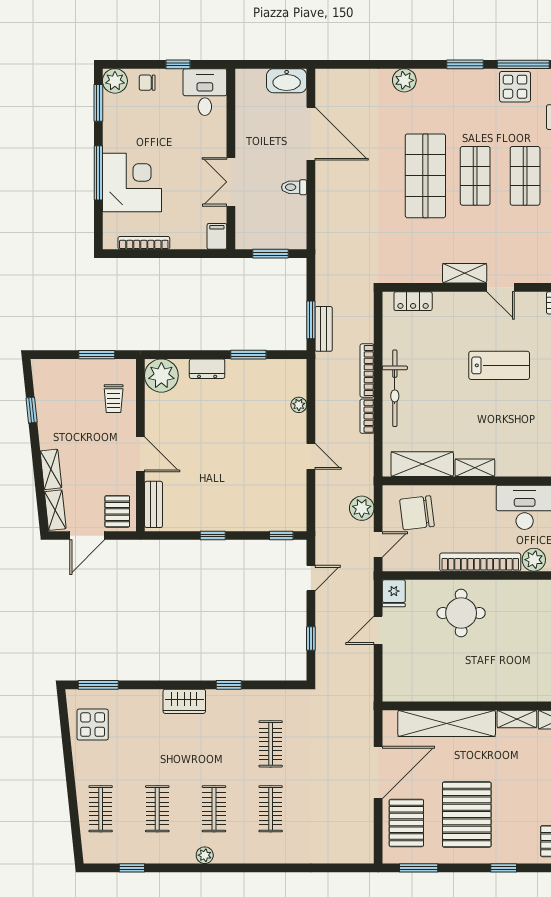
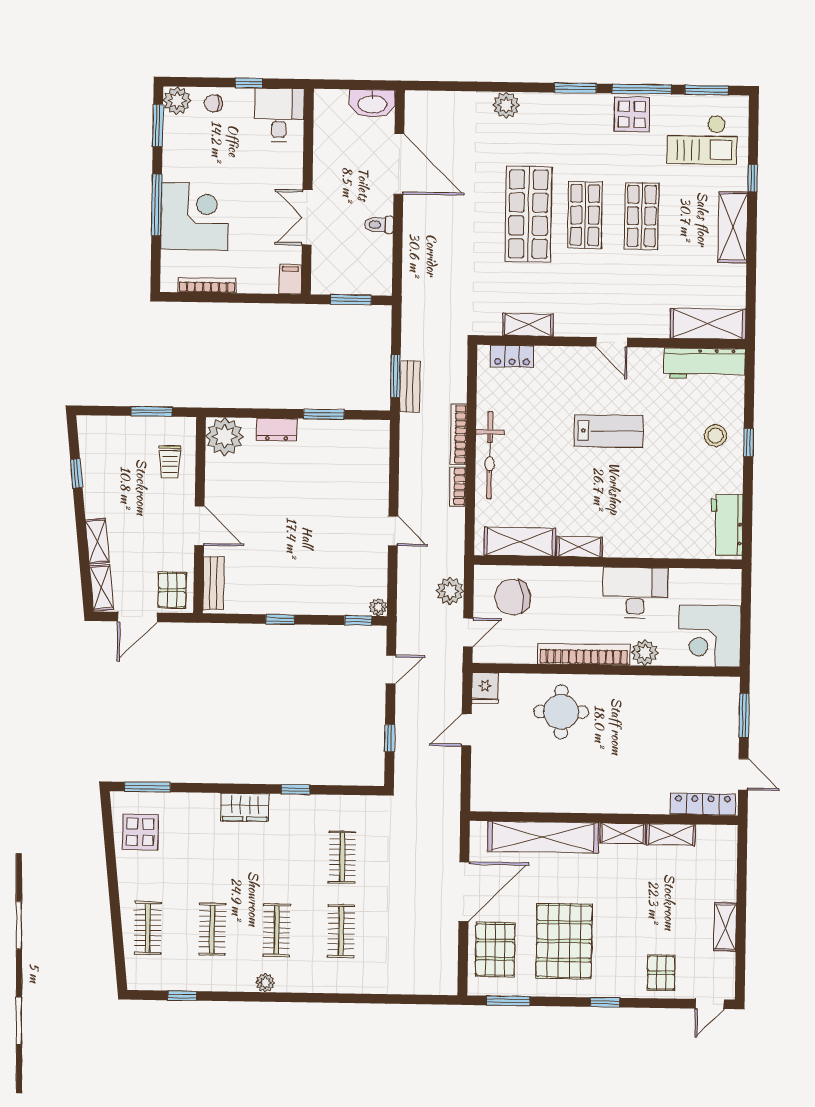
shelving: (465, 273) -> (528, 325), moved
plant: (299, 405) -> (378, 607), moved

